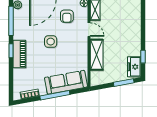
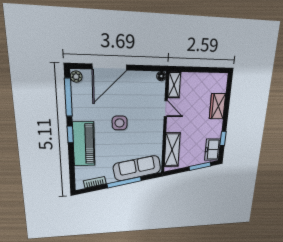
armchair: (67, 16) -> (140, 92), removed
wardrobe: (135, 27) -> (217, 106), added
piano: (19, 54) -> (84, 144), width x1.37, depth x1.33
shelving: (97, 55) -> (172, 150), moved

